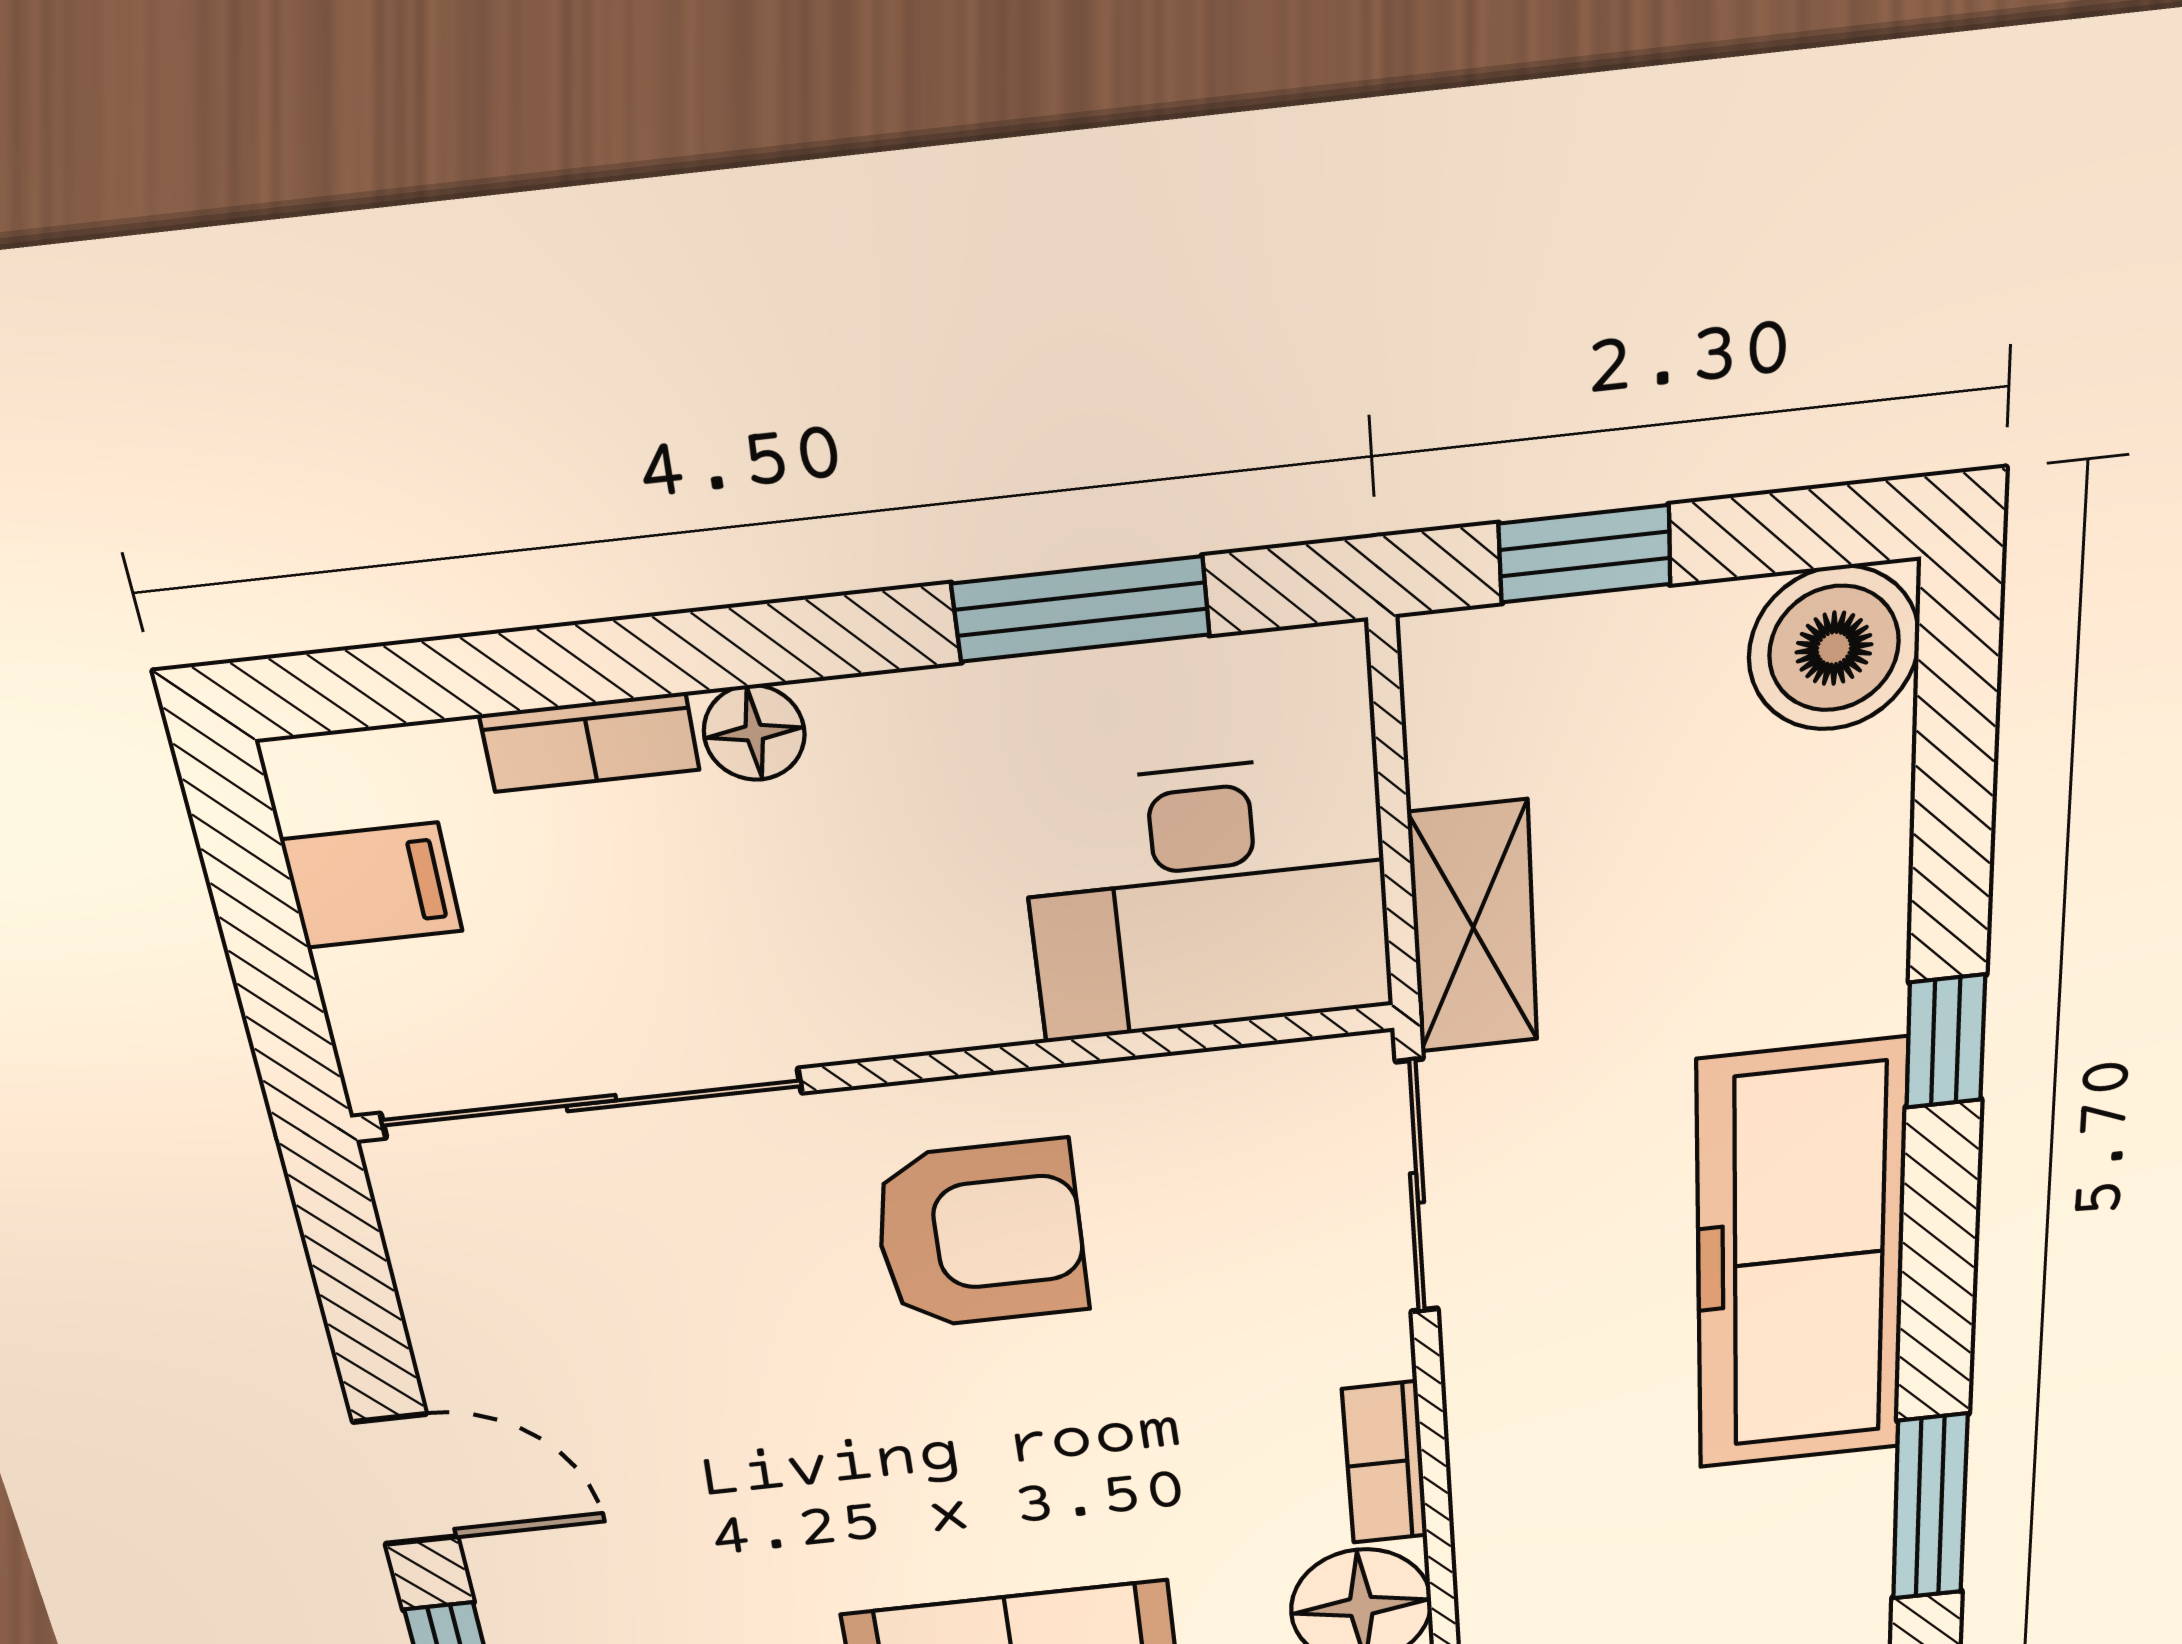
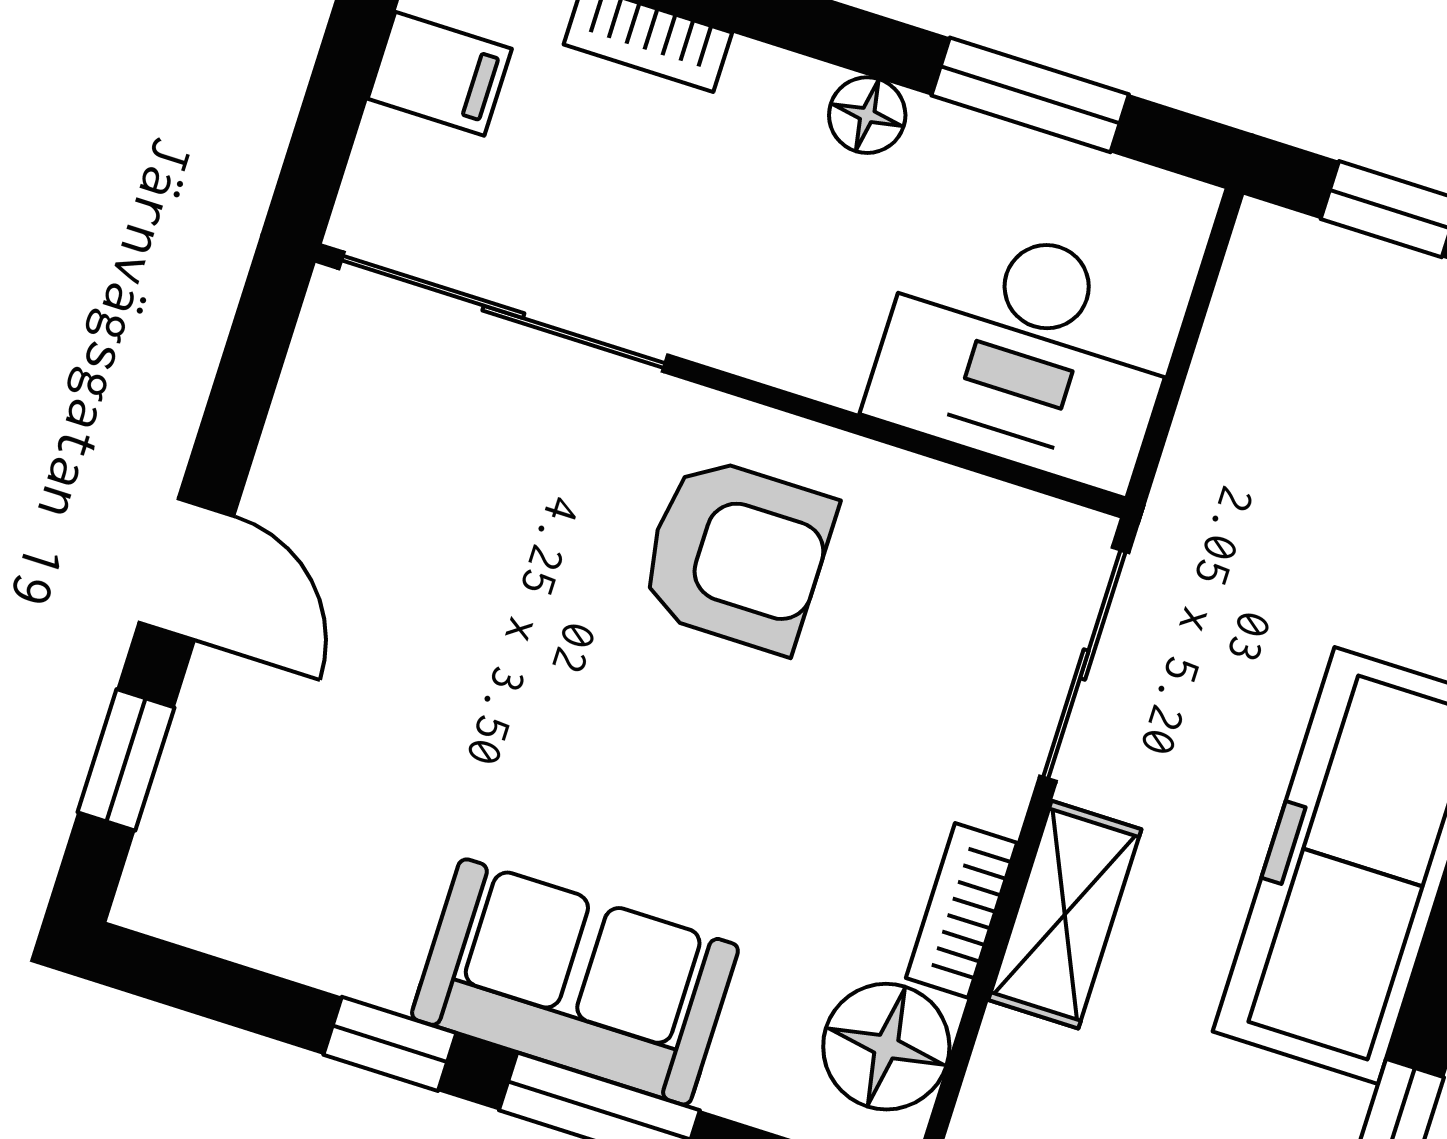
floor lamp: (754, 733) -> (867, 115), moved
shelving: (1473, 927) -> (1065, 915), moved

